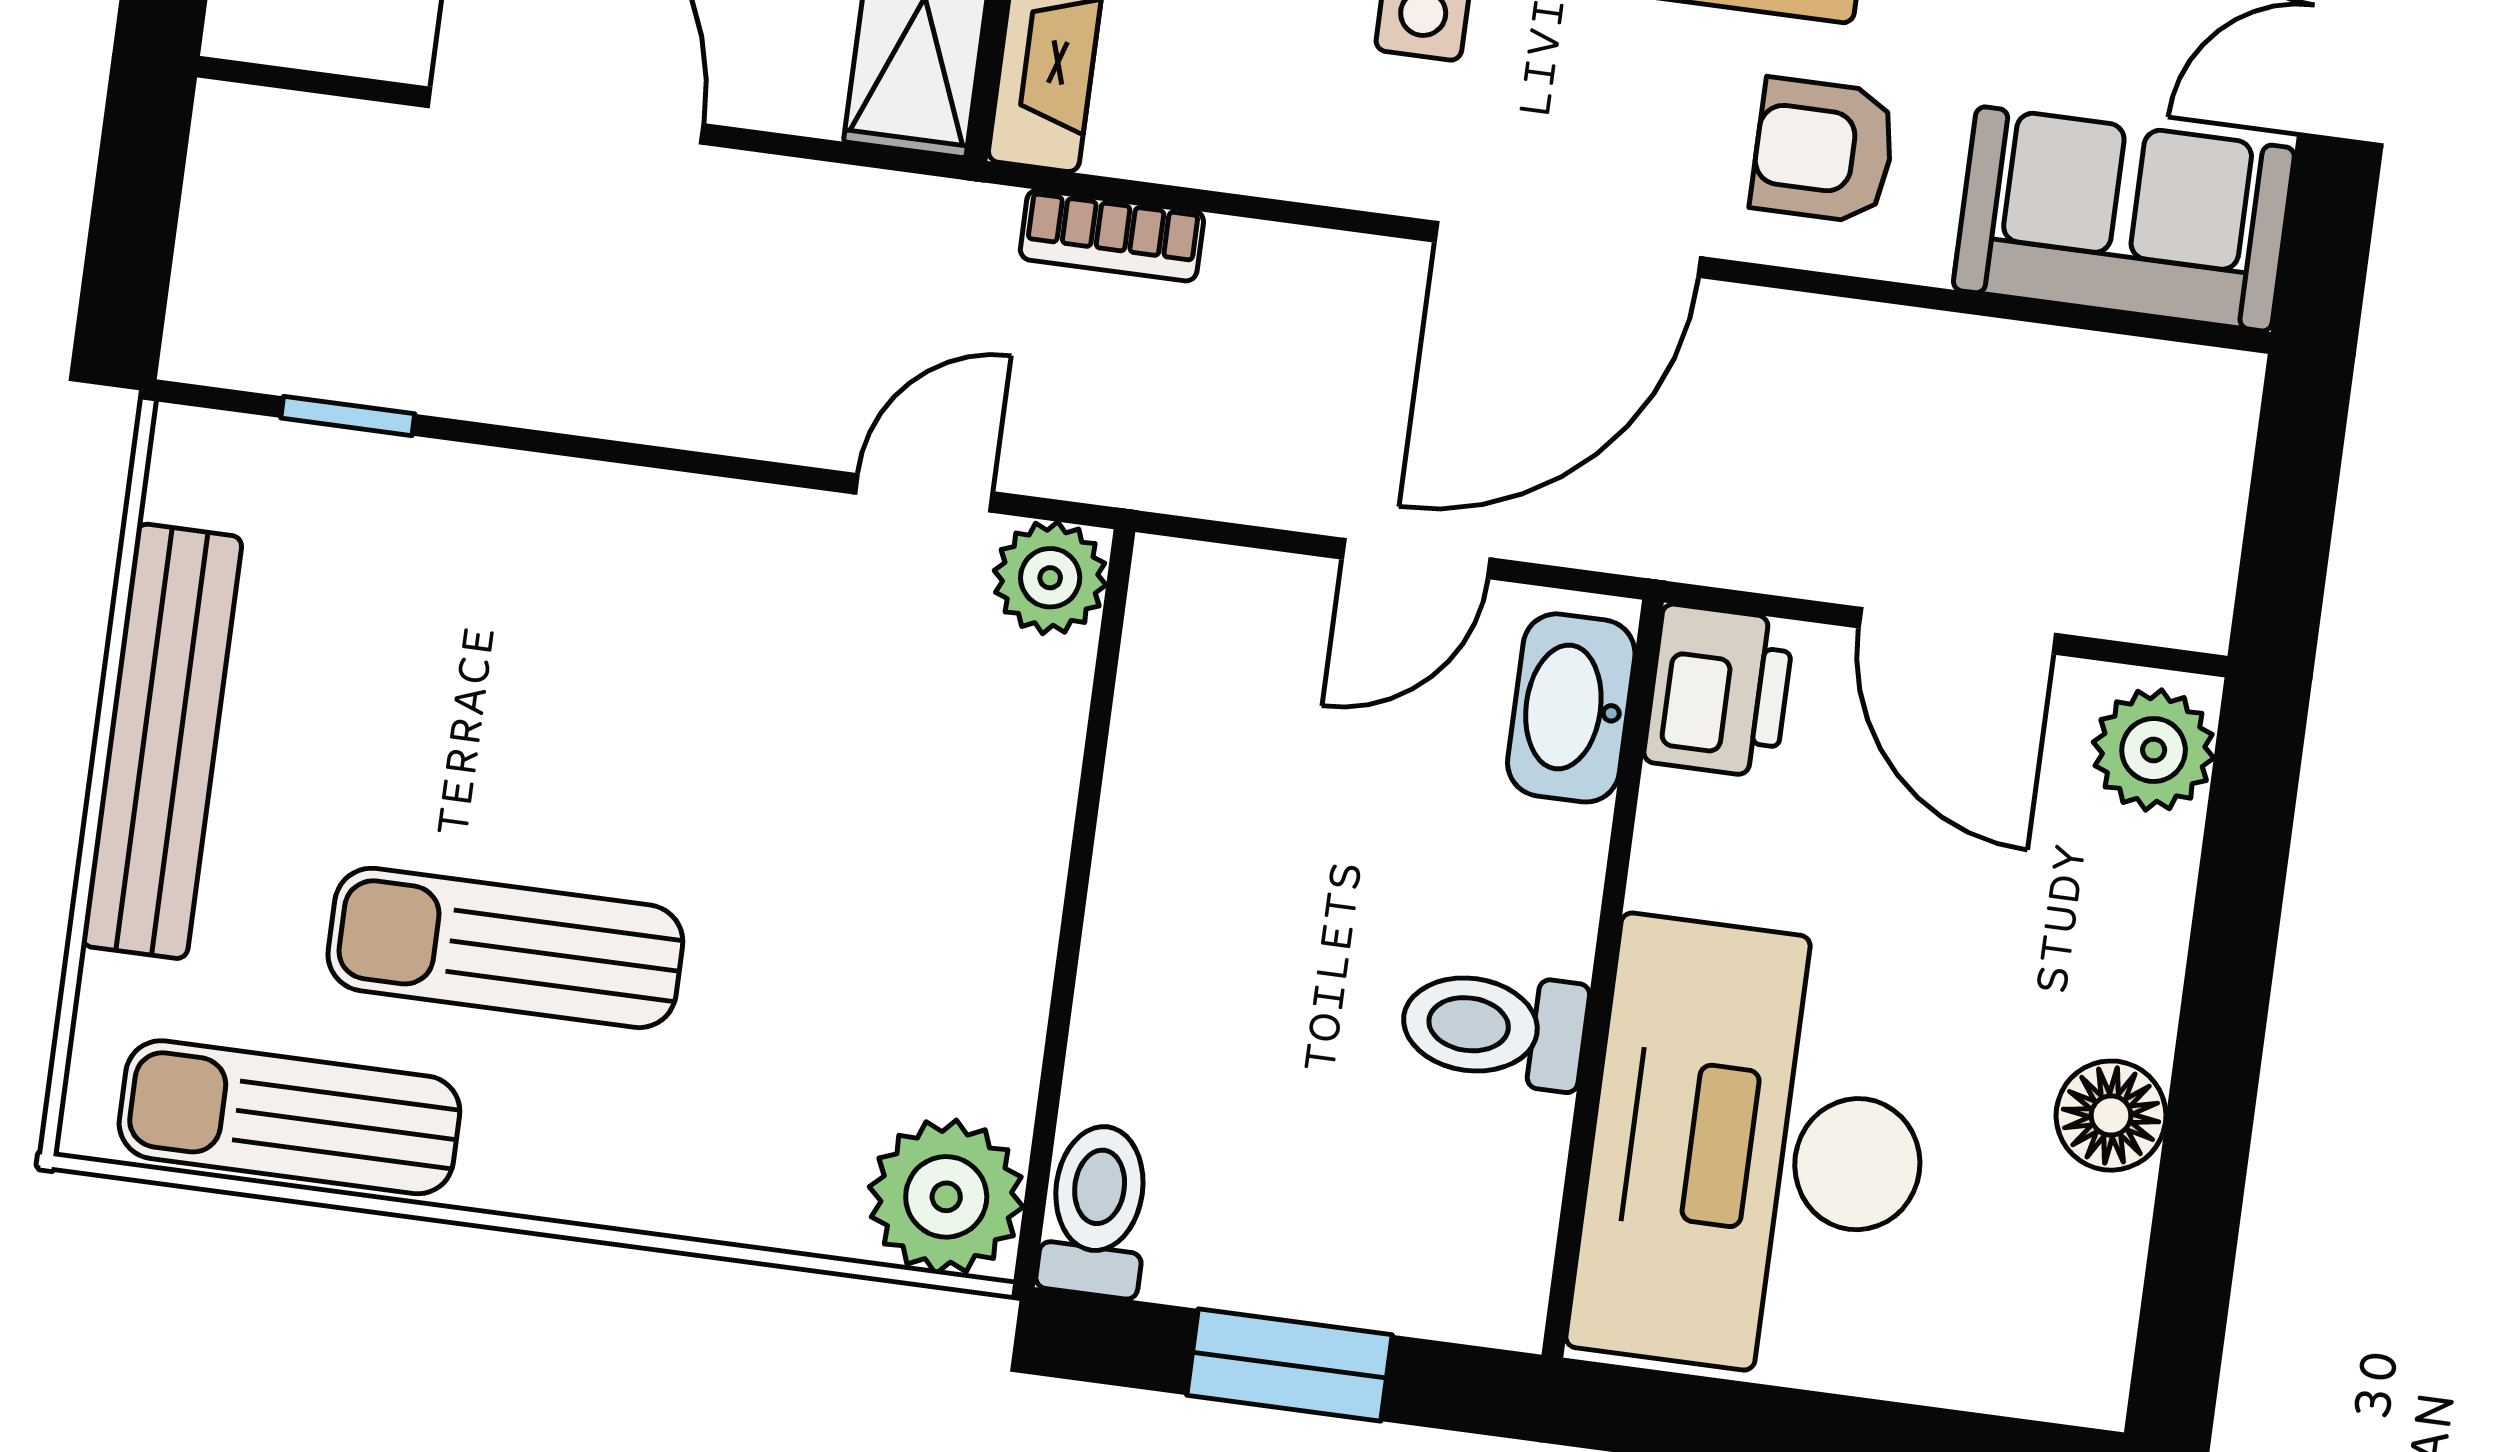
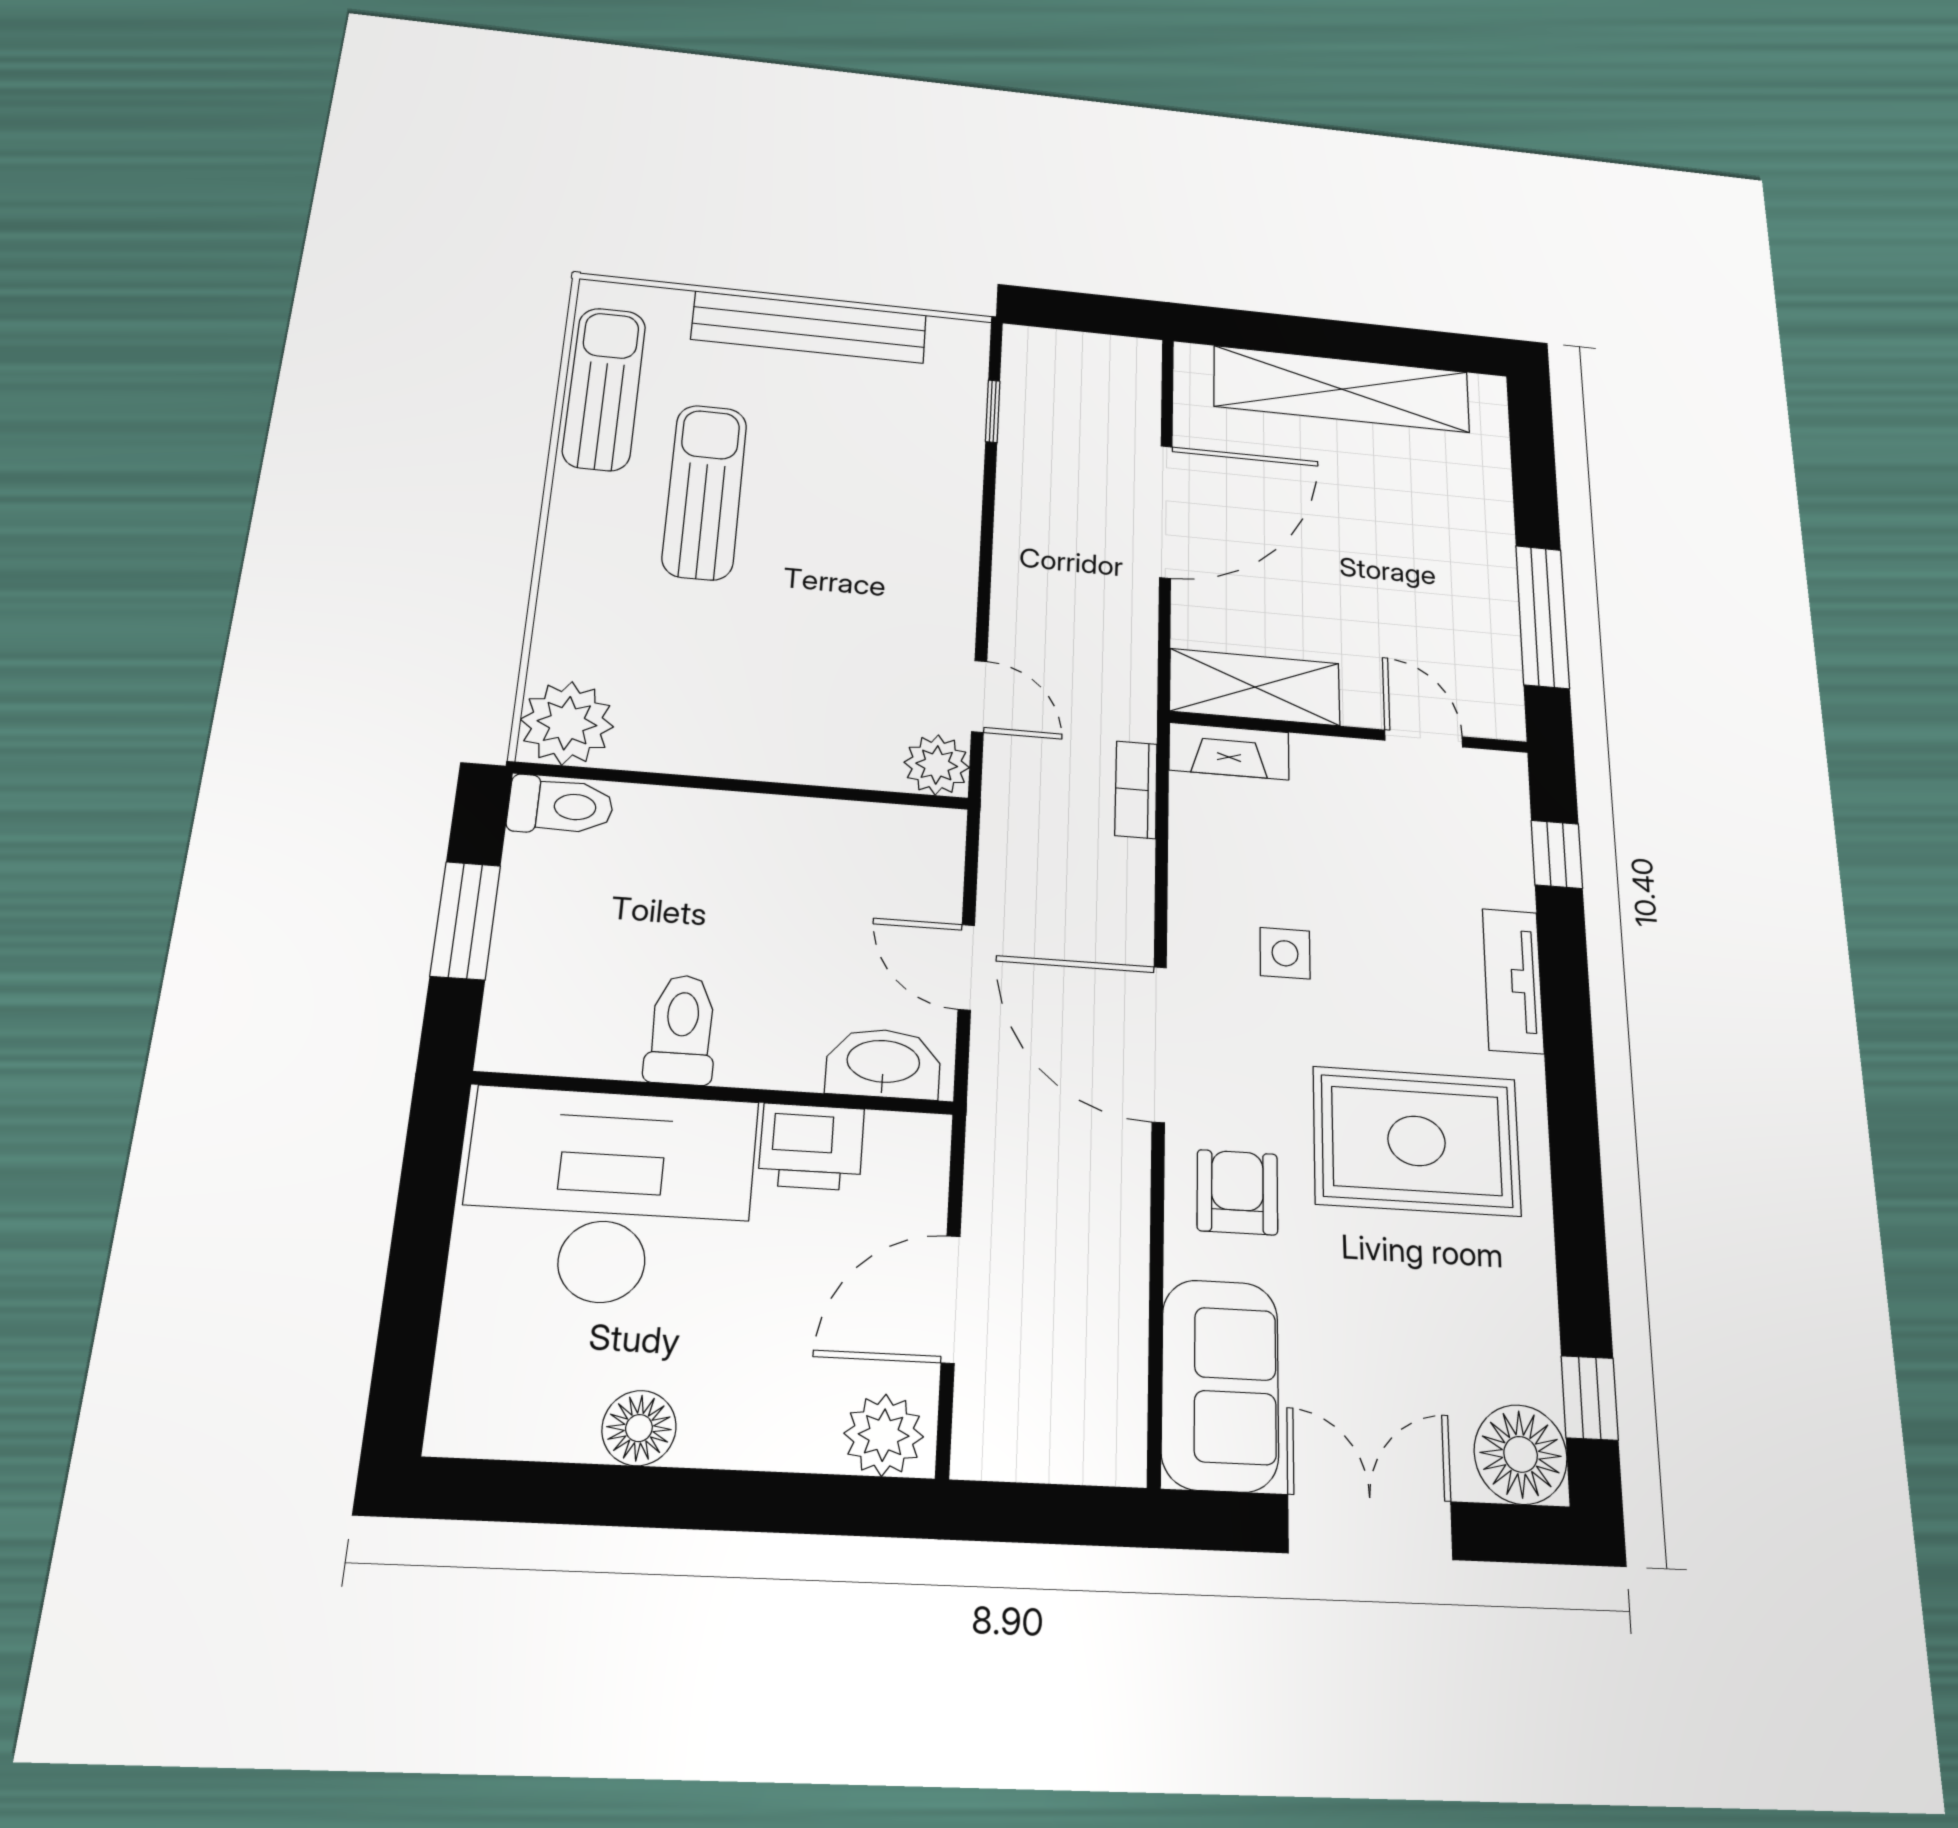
printer: (1719, 691) -> (811, 1147), moved

